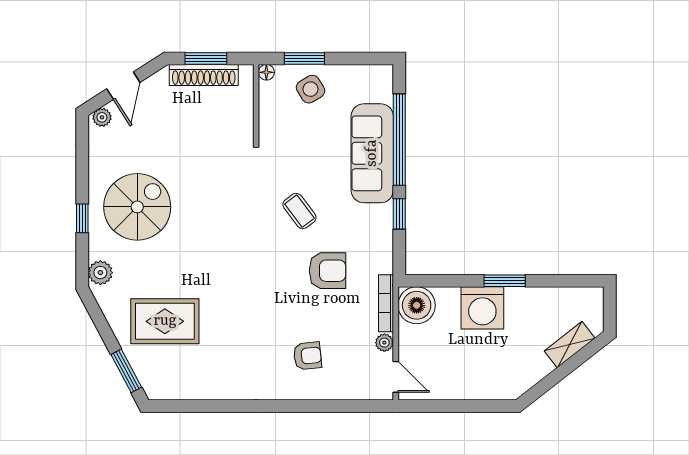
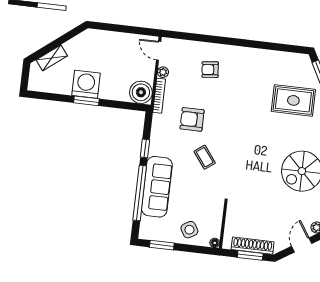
window: (304, 58) -> (162, 245), moved
washing machine: (482, 308) -> (86, 84), moved

